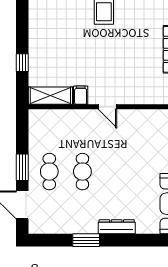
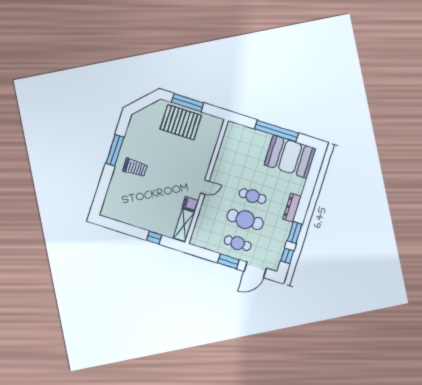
cafe table: (82, 172) -> (245, 220), width x1.37, depth x1.35
cafe table: (116, 172) -> (253, 196), added
window: (53, 240) -> (287, 256), added

